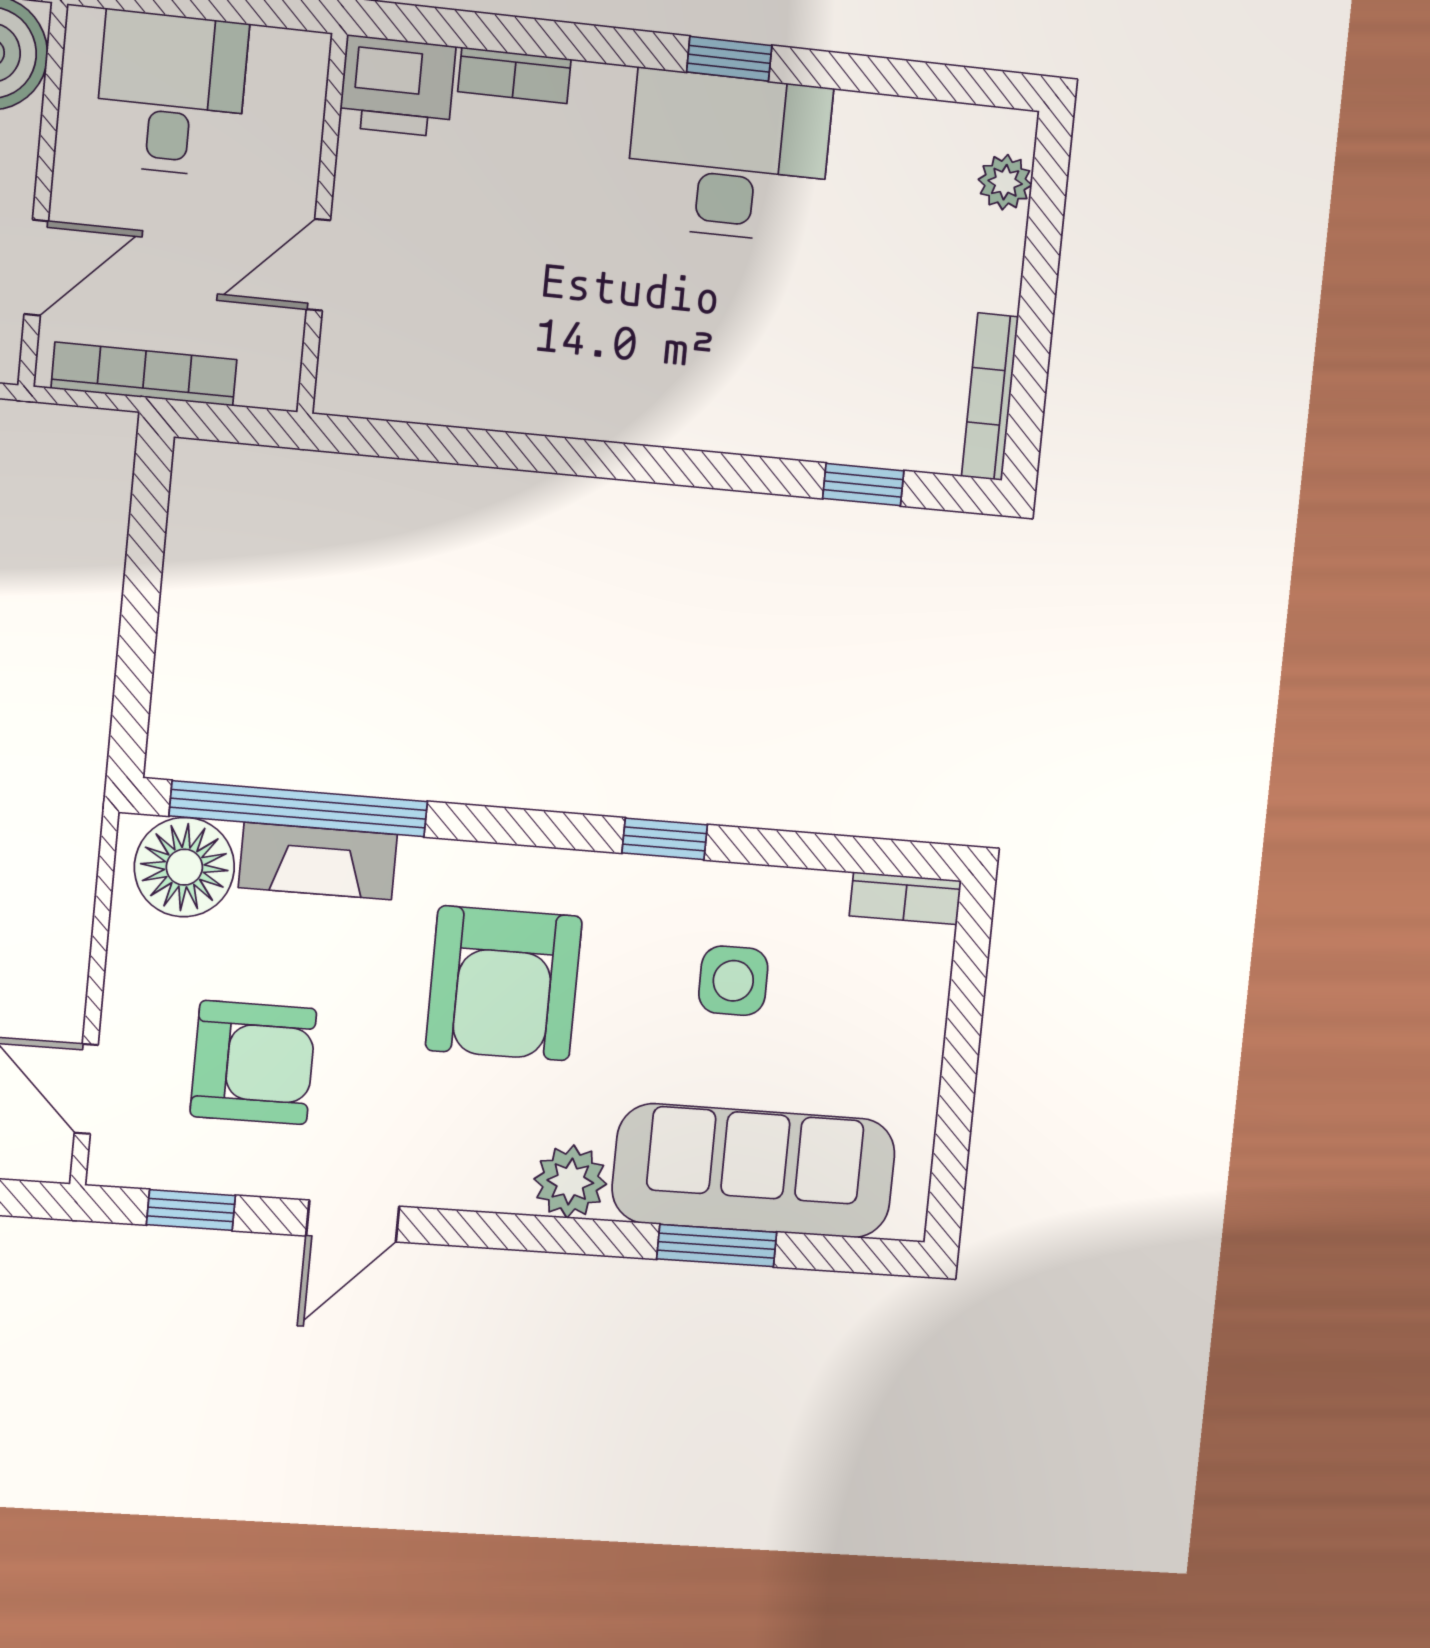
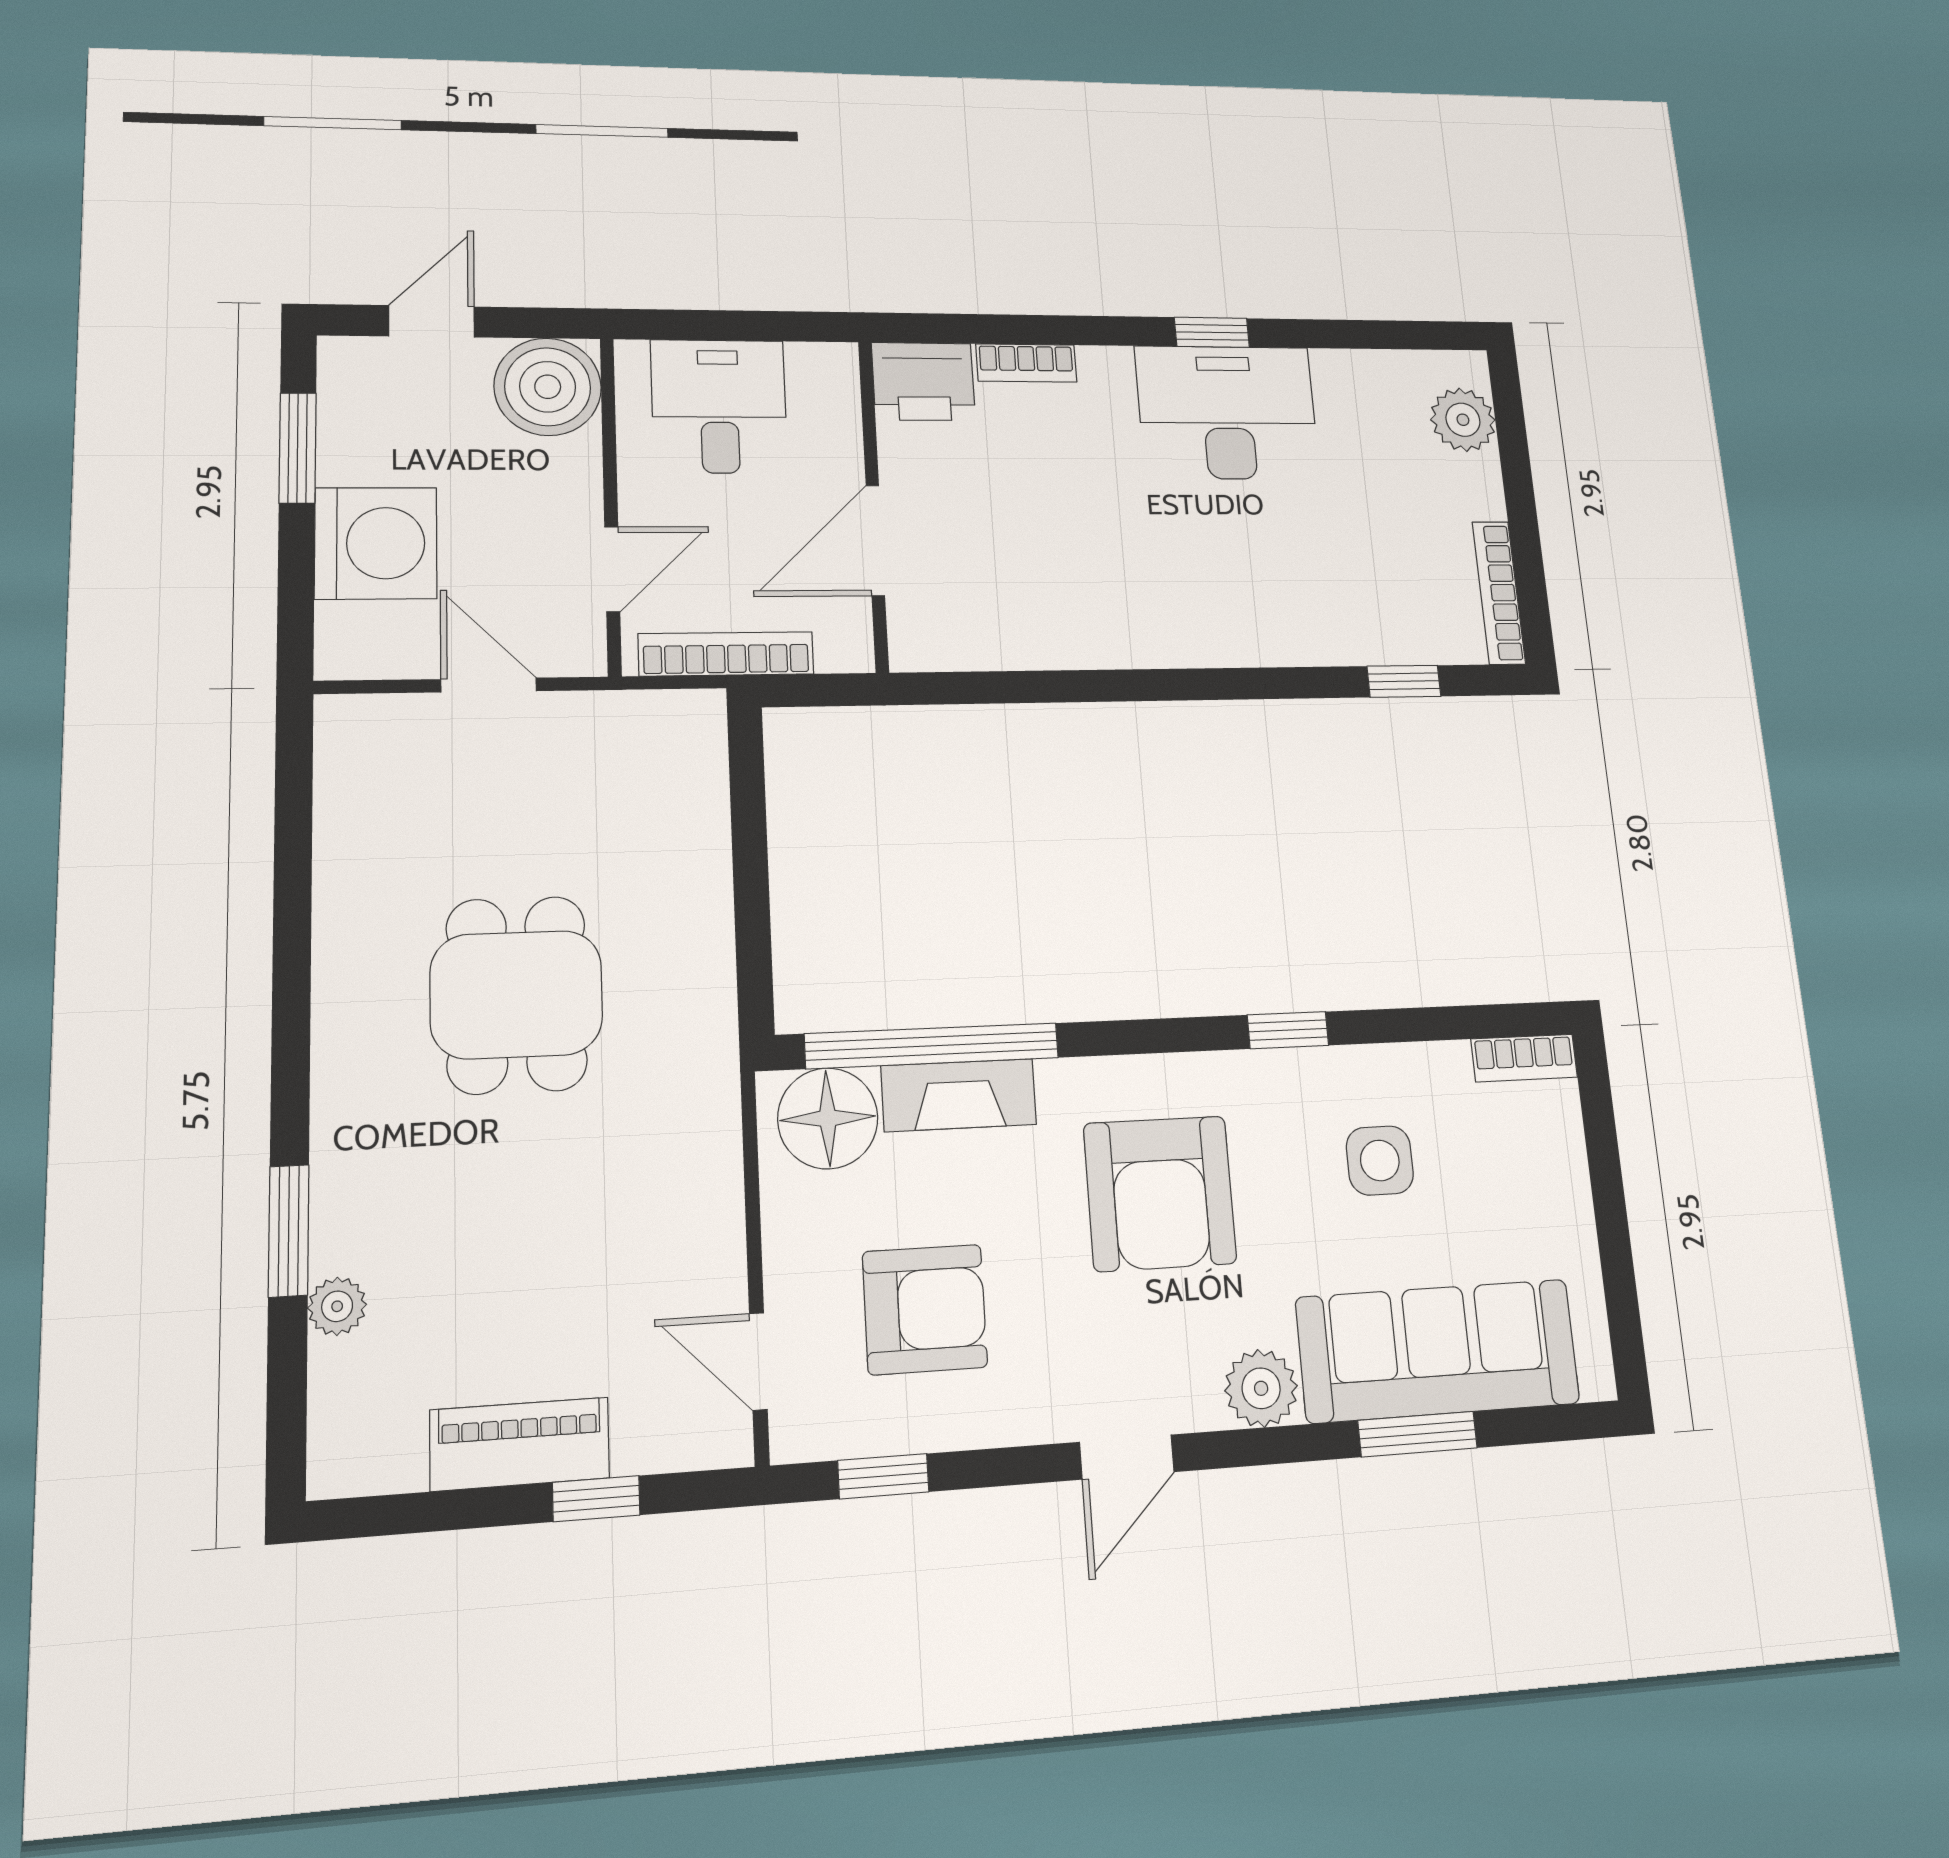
plant: (1005, 182) -> (1463, 420), width x1.38, depth x1.38
door: (318, 265) -> (875, 540), width x1.38
door: (353, 1221) -> (1127, 1457), moved

